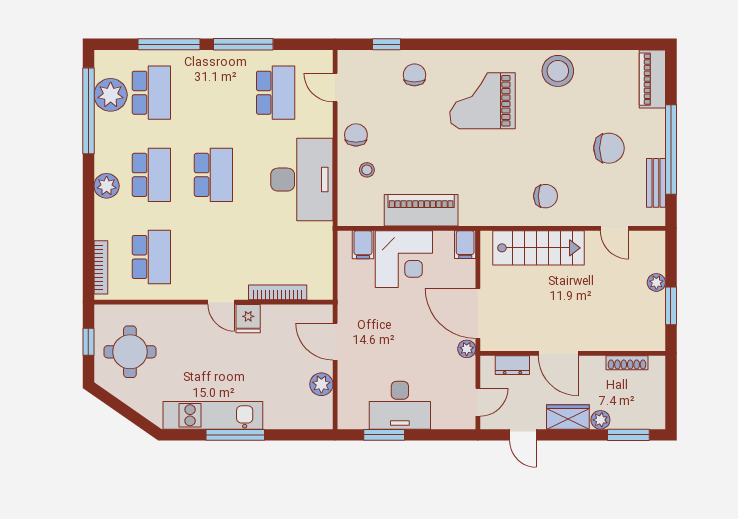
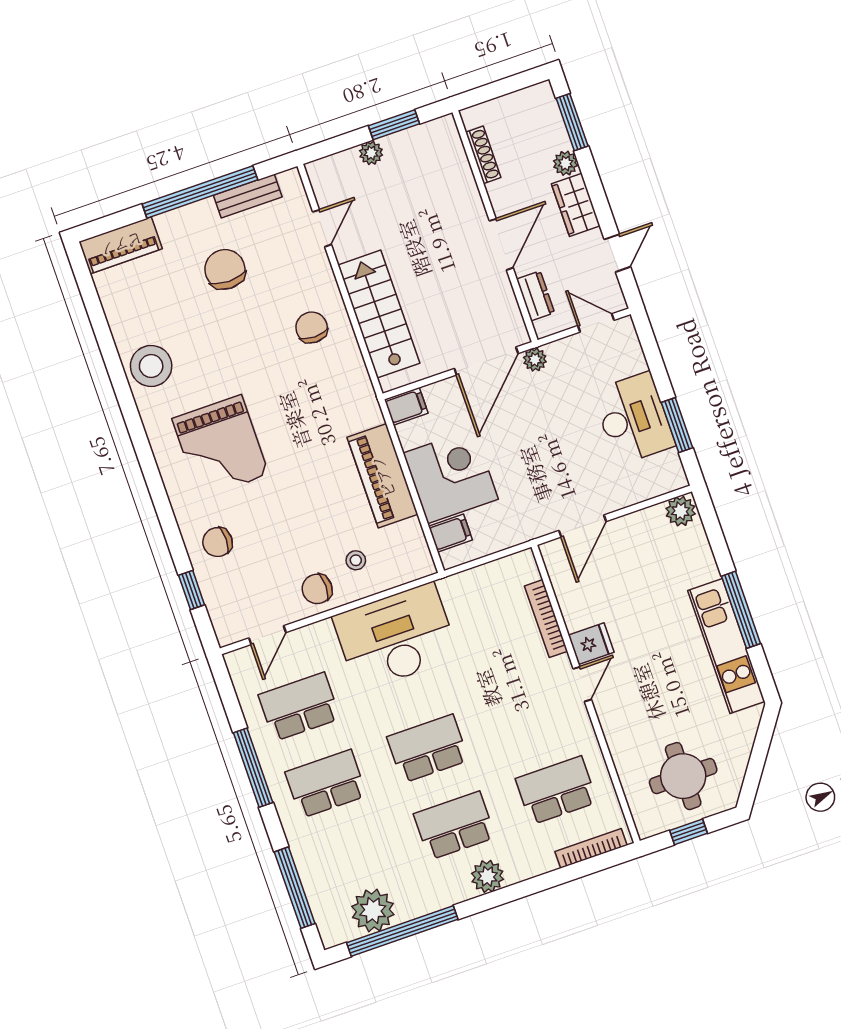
window: (169, 44) -> (295, 888), moved
school desk: (151, 93) -> (326, 784), moved
plant: (321, 384) -> (681, 511), moved

